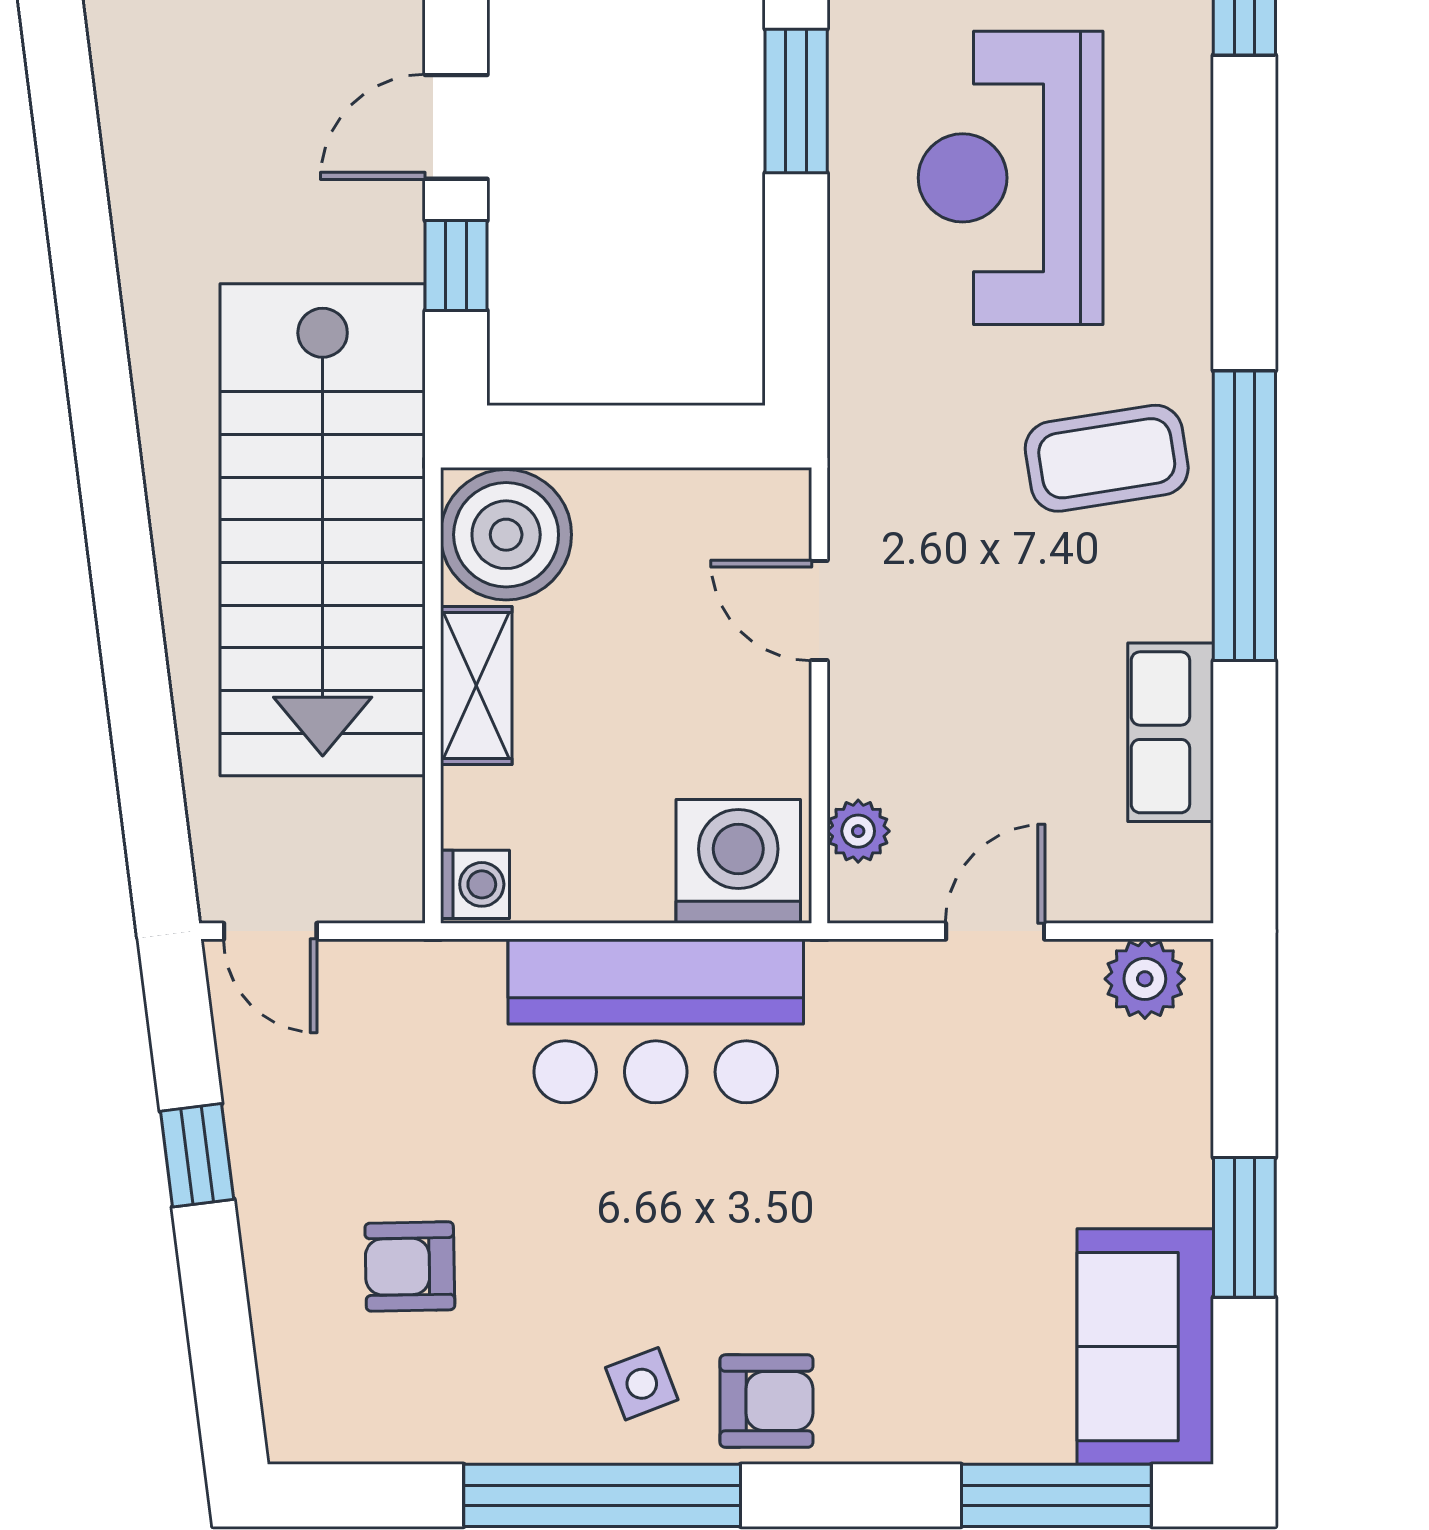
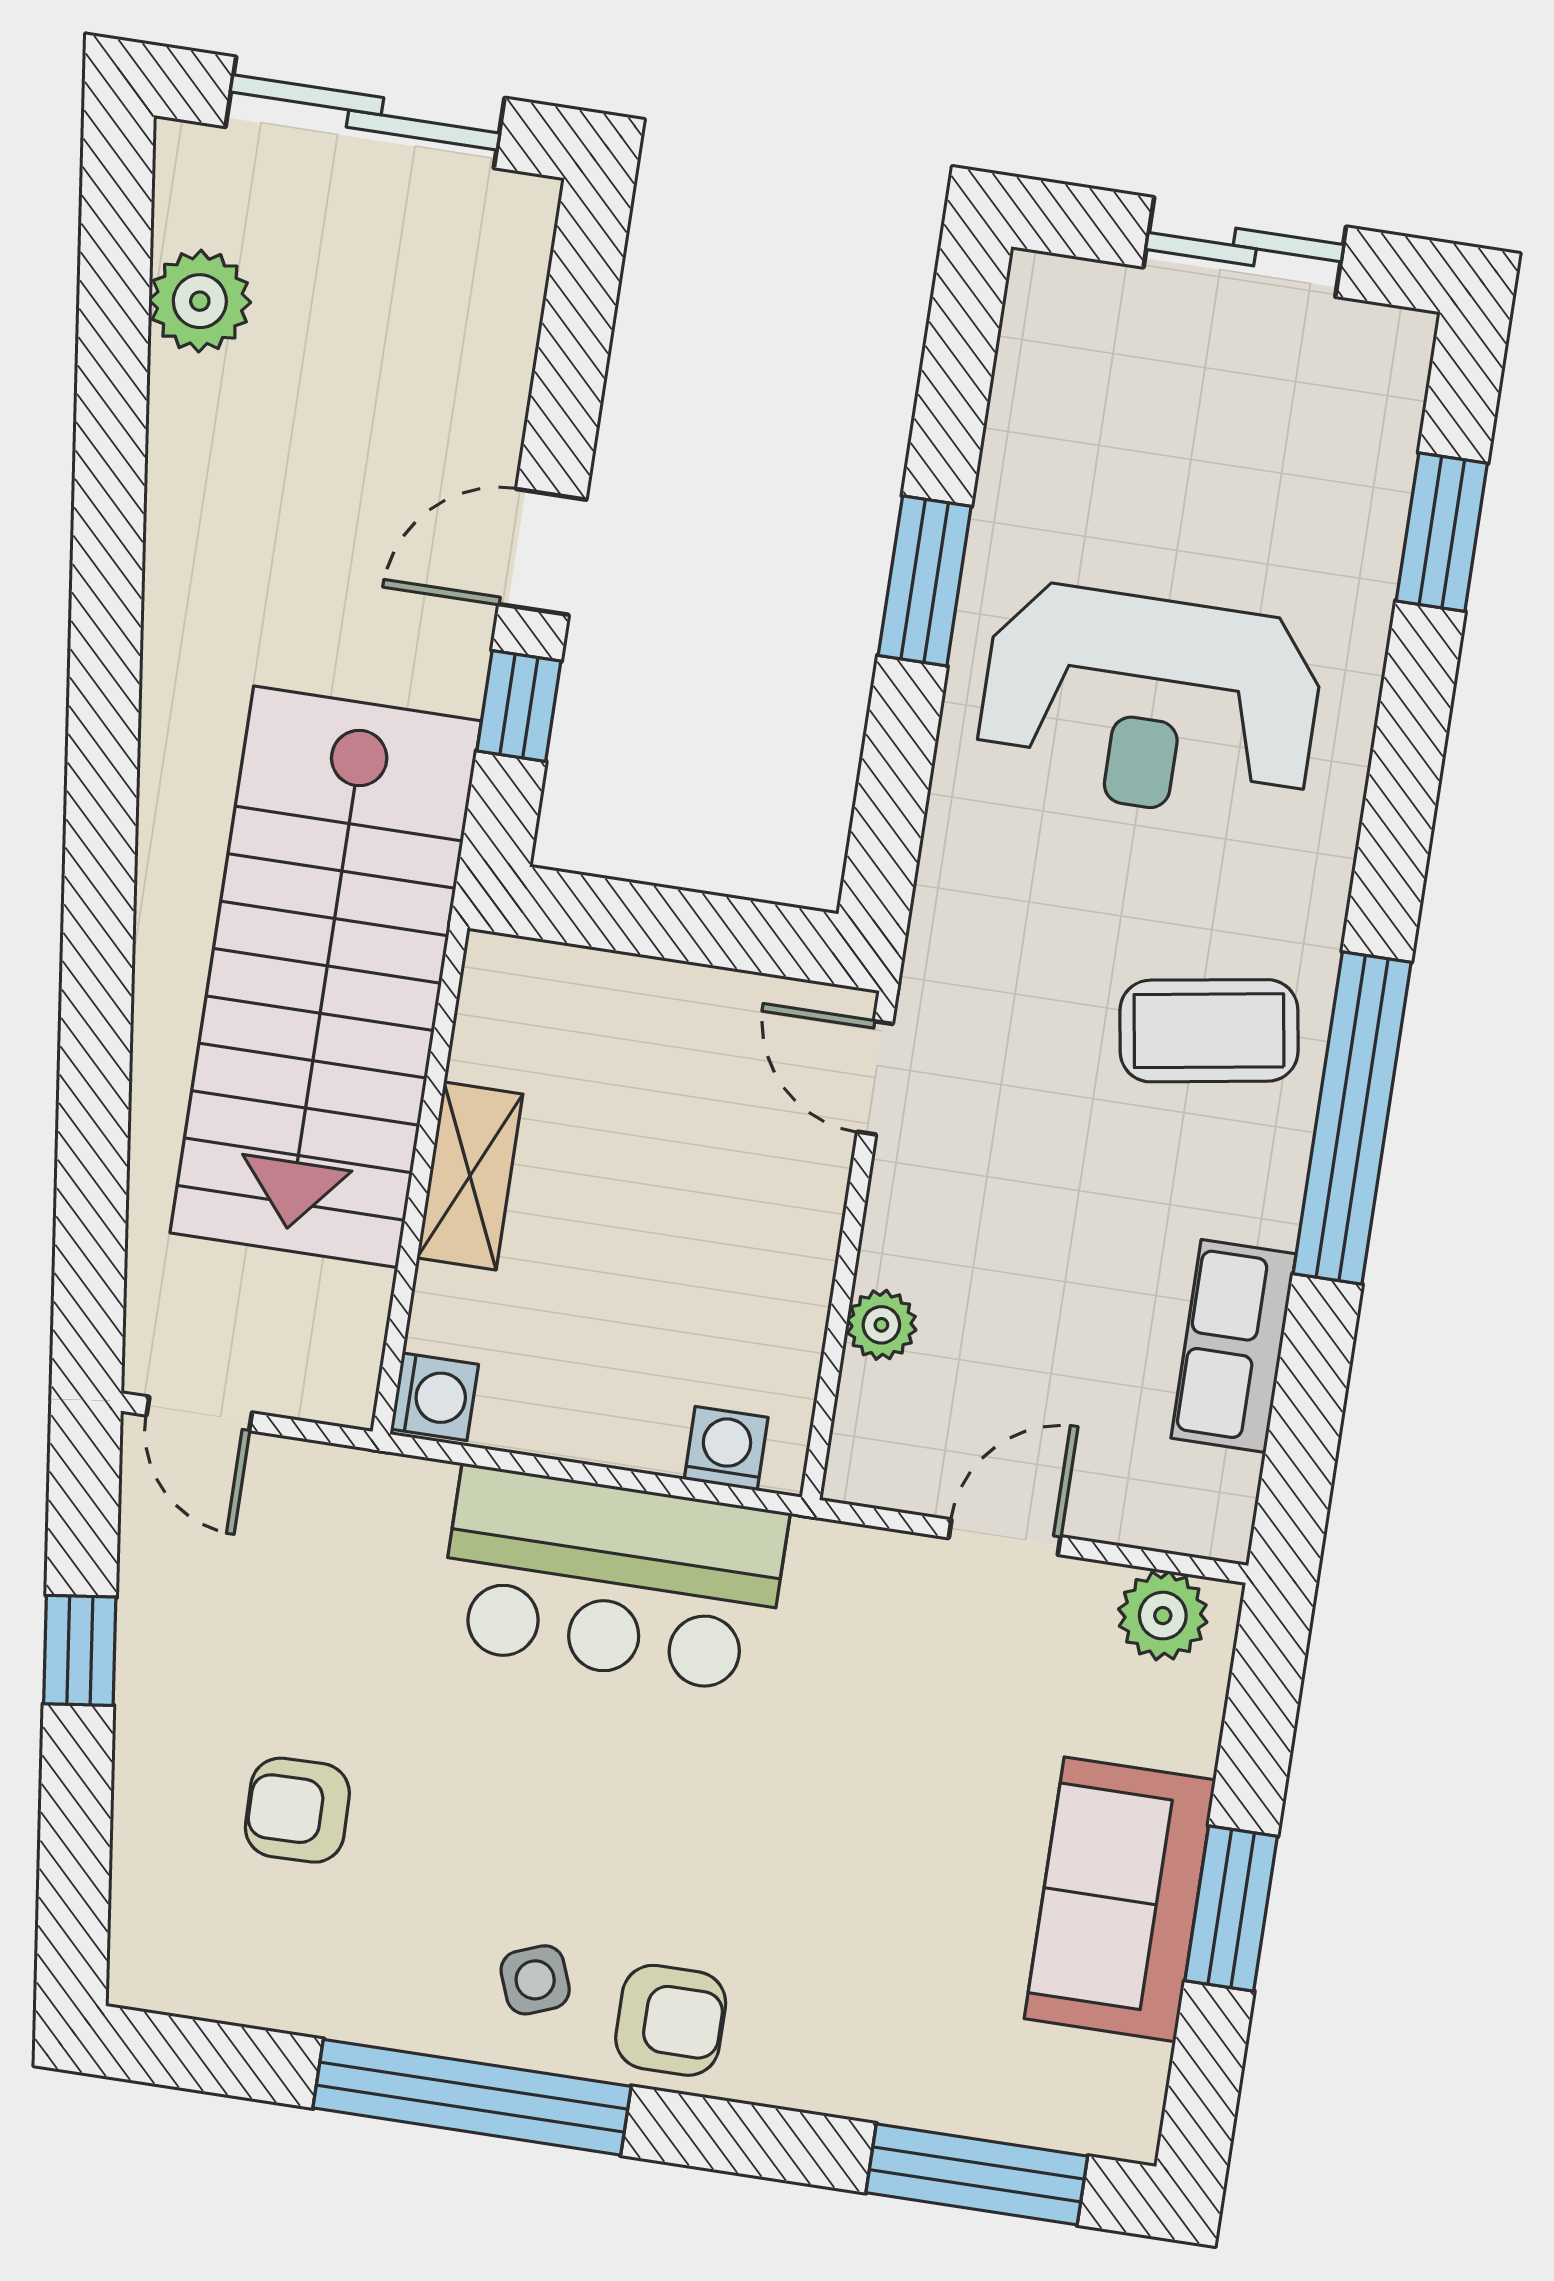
reception desk: (1011, 178) -> (1150, 703), turned -90
boiler: (506, 535) -> (529, 1014), removed
door: (819, 610) -> (875, 1078), moved
plant: (858, 831) -> (881, 1325), moved
washing machine: (738, 861) -> (726, 1448), width x0.53, depth x0.53
sofa: (1145, 1347) -> (1120, 1899), moved

